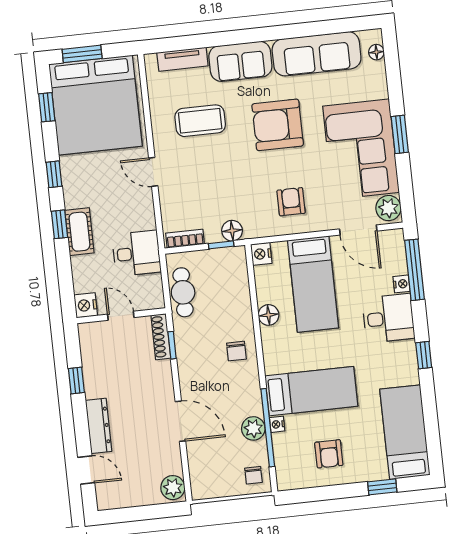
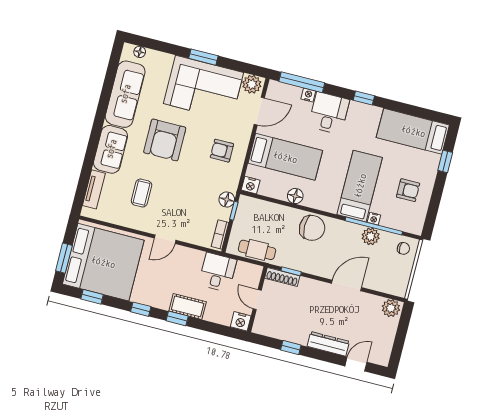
coffee table: (200, 121) -> (142, 193), width x0.73, depth x0.77
door: (121, 316) -> (257, 300), hinge flipped
chair: (236, 351) -> (312, 228), width x1.87, depth x1.87

